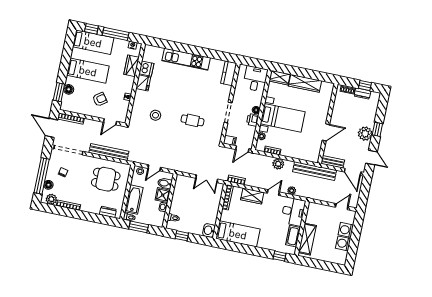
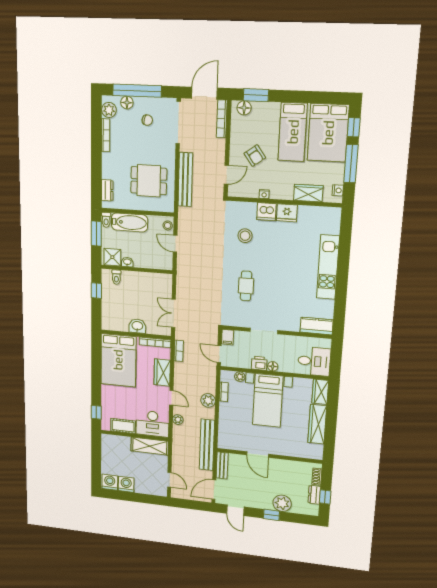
bed: (93, 42) -> (328, 133), width x1.50
dishwasher: (146, 69) -> (266, 212), moved
floor lamp: (69, 89) -> (244, 108), moved
door: (110, 122) -> (226, 175), swing flipped
plant: (365, 134) -> (282, 503), moved
door: (372, 157) -> (235, 510), hinge flipped
dining table: (106, 179) -> (149, 181), turned 90
bidet: (165, 183) -> (158, 260), removed
shower: (163, 195) -> (112, 257), moved
washbasin: (209, 230) -> (137, 326), moved
washing machine: (346, 230) -> (110, 482), moved
bed: (238, 234) -> (118, 360), width x1.50
shelving: (307, 239) -> (150, 446), moved

